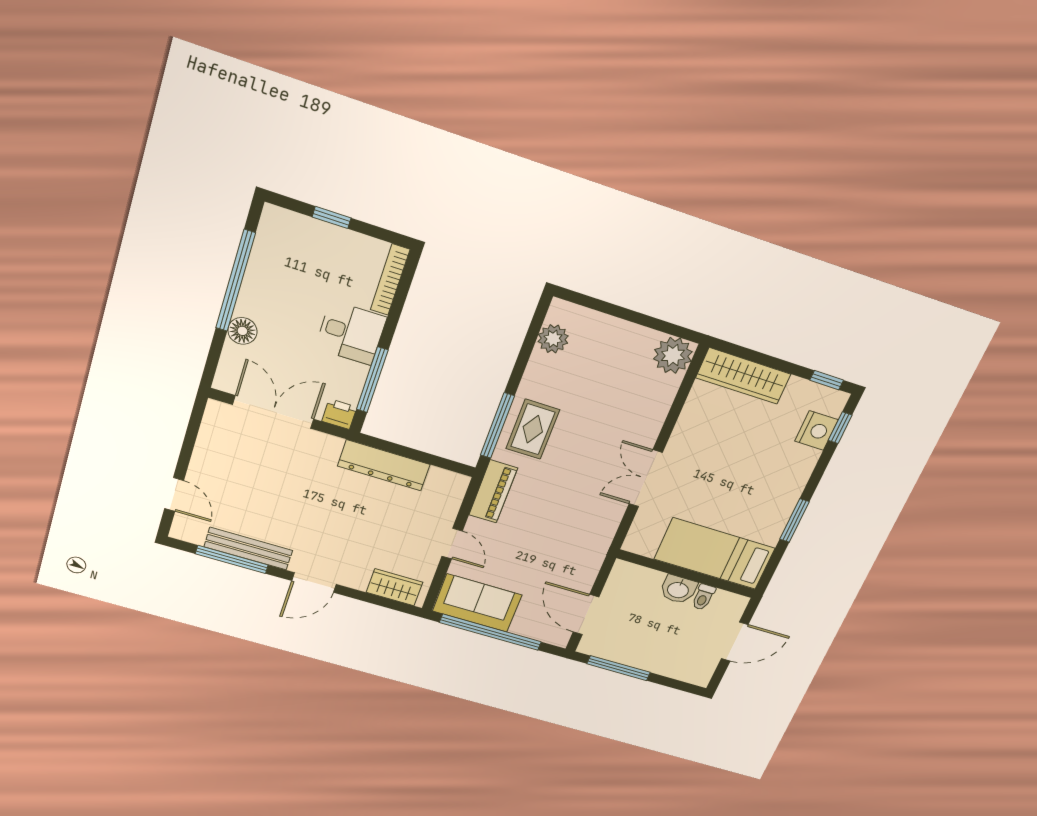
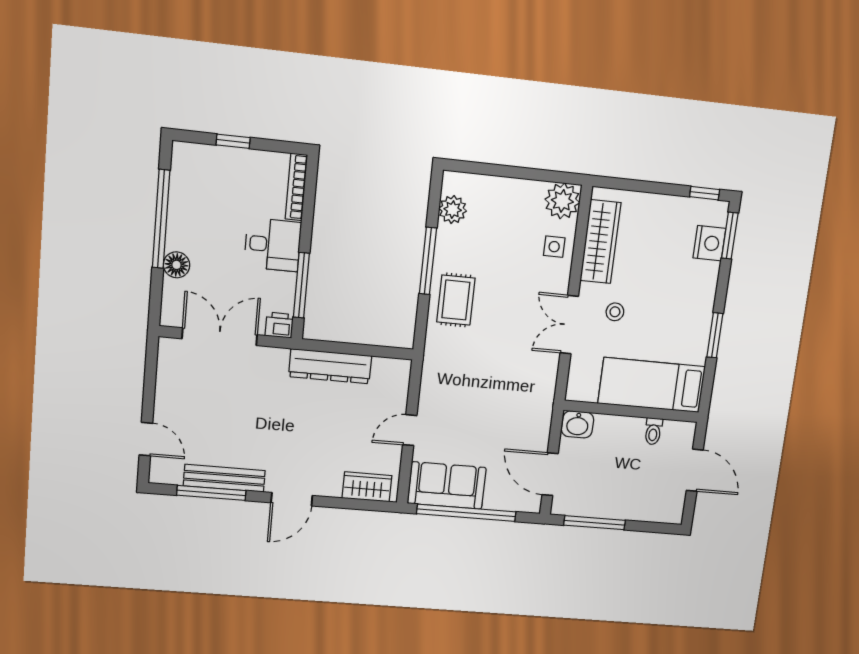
wardrobe: (743, 376) -> (600, 242), moved, turned -90
side table: (651, 399) -> (554, 247), added
window: (497, 426) -> (428, 261), moved
window: (840, 428) -> (730, 236), width x1.50
stool: (697, 476) -> (615, 312), added
piano: (493, 492) -> (435, 369), removed
door: (452, 544) -> (410, 430), swing flipped
washbasin: (678, 589) -> (578, 424), moved
door: (735, 642) -> (695, 470), hinge flipped

